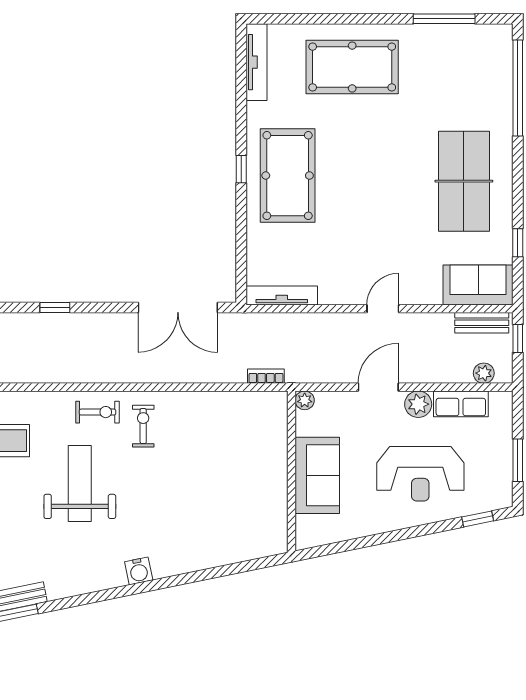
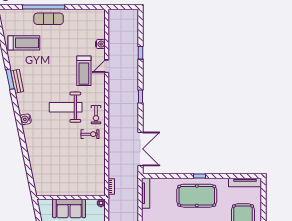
double door: (178, 308) -> (140, 149), swing flipped
weight bench: (80, 483) -> (66, 107), turned 180
water cooler: (139, 571) -> (26, 119), moved

